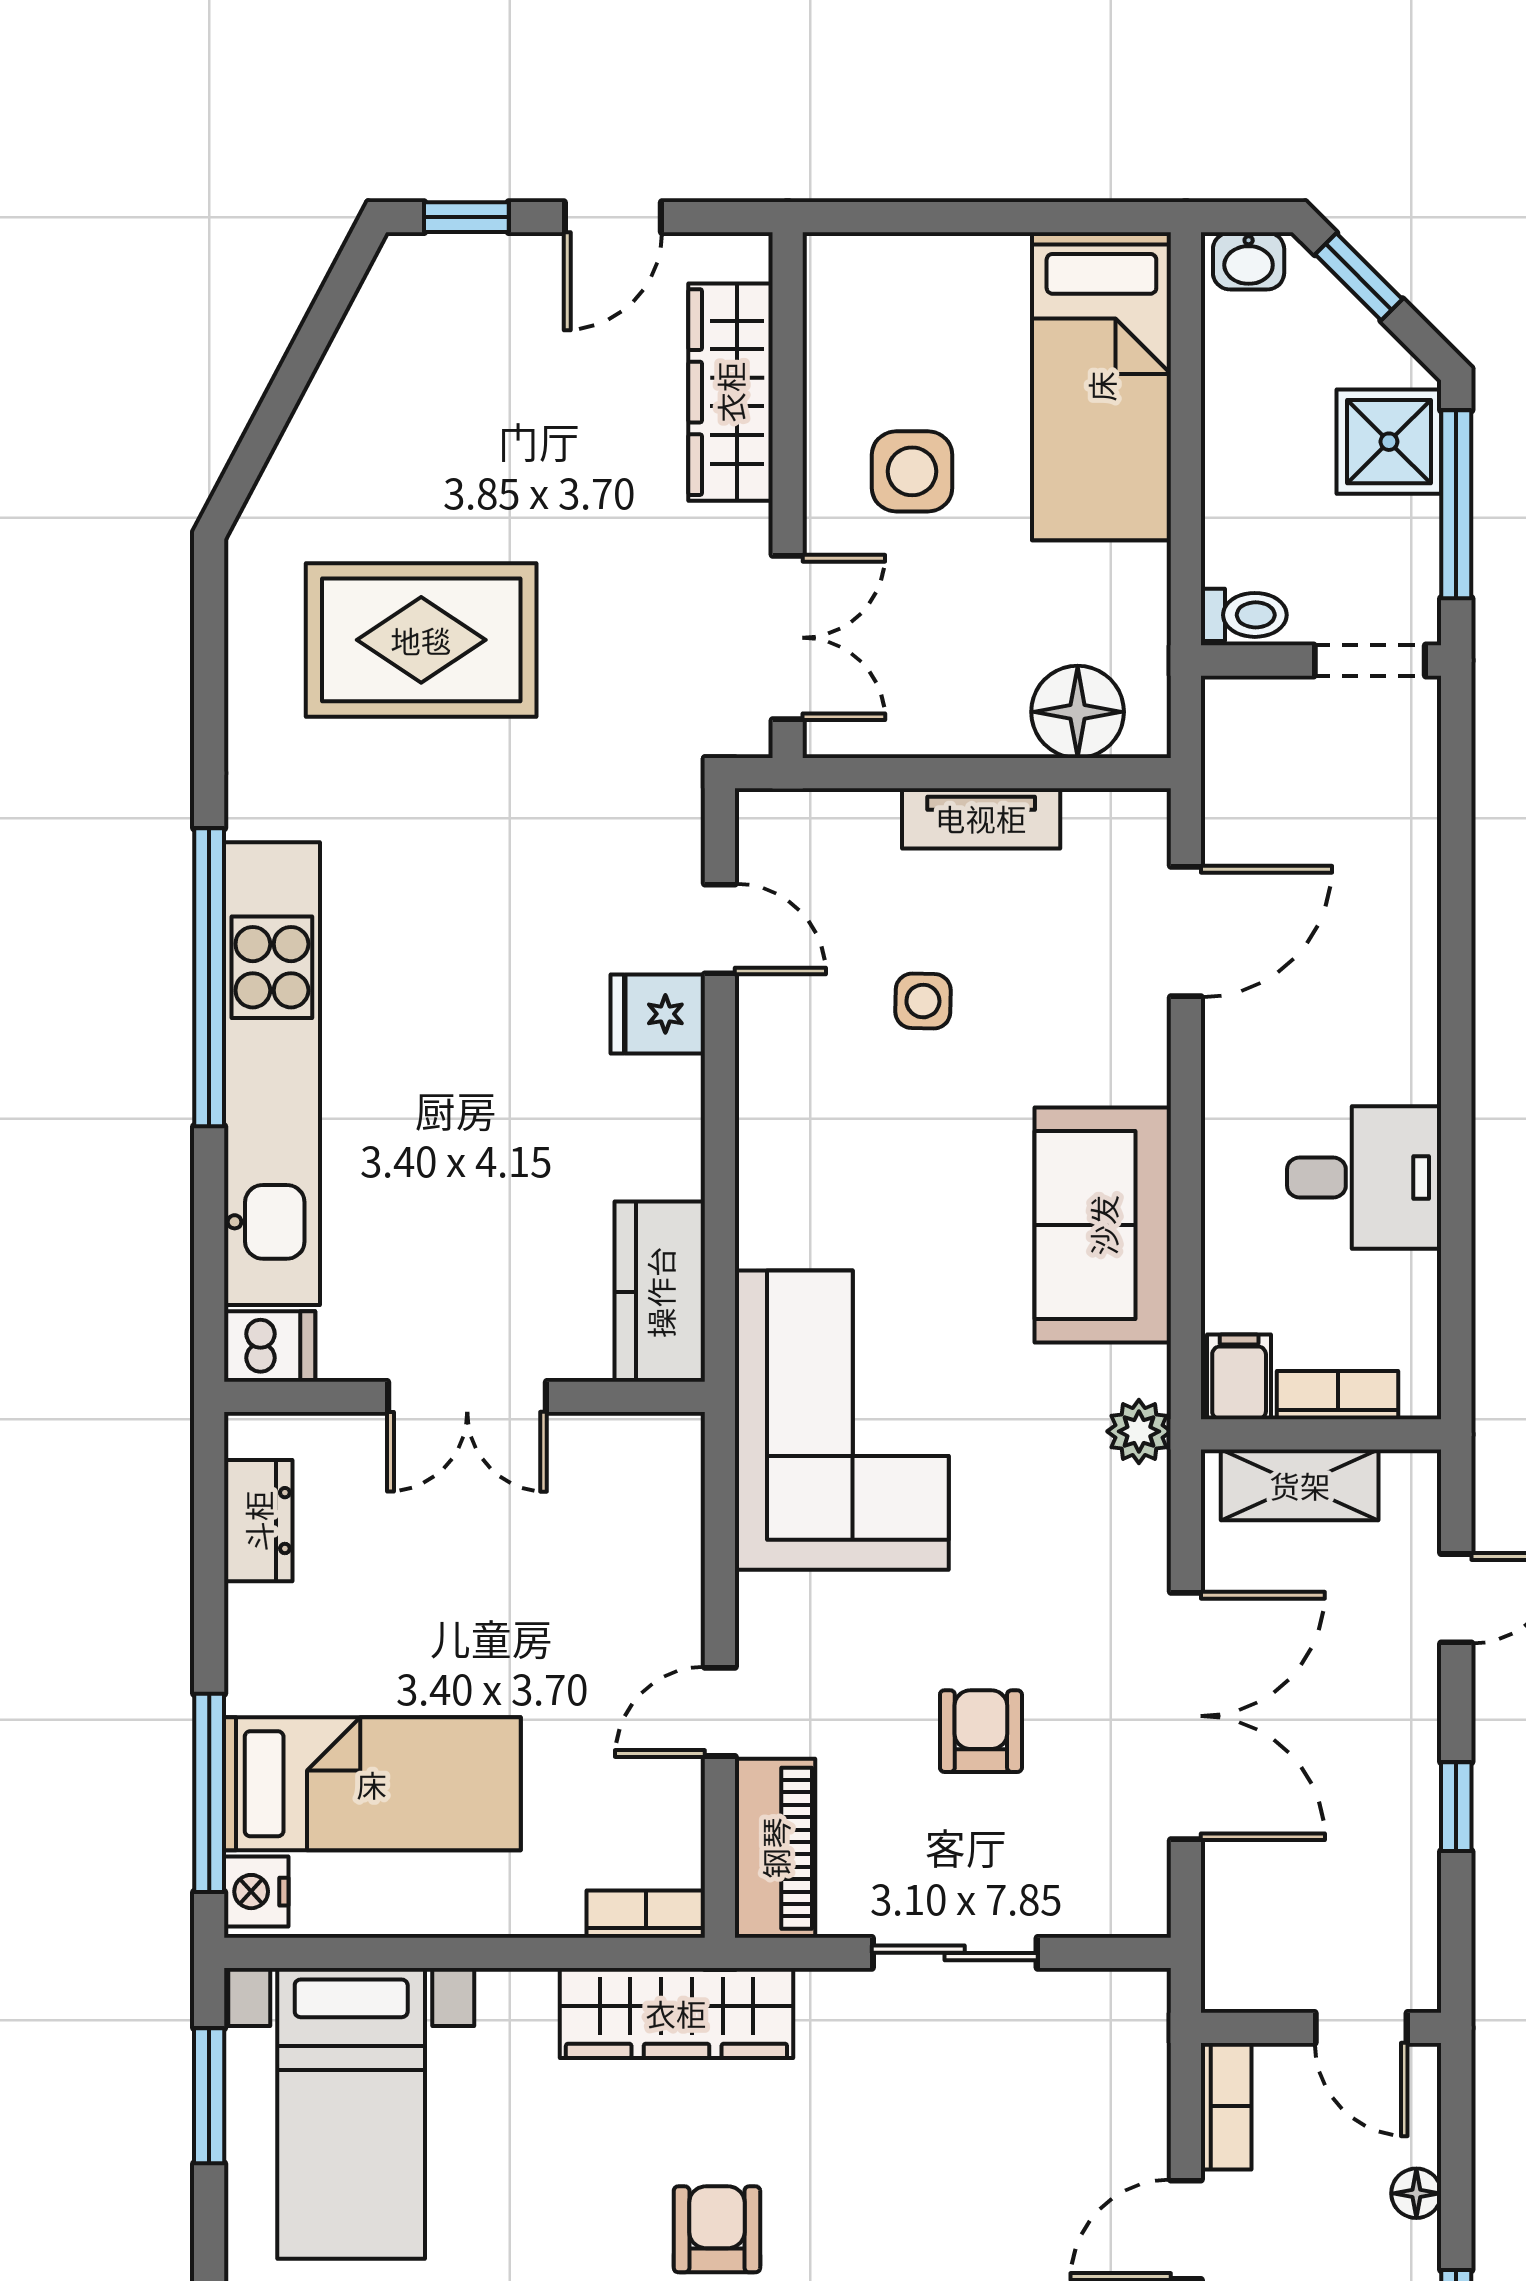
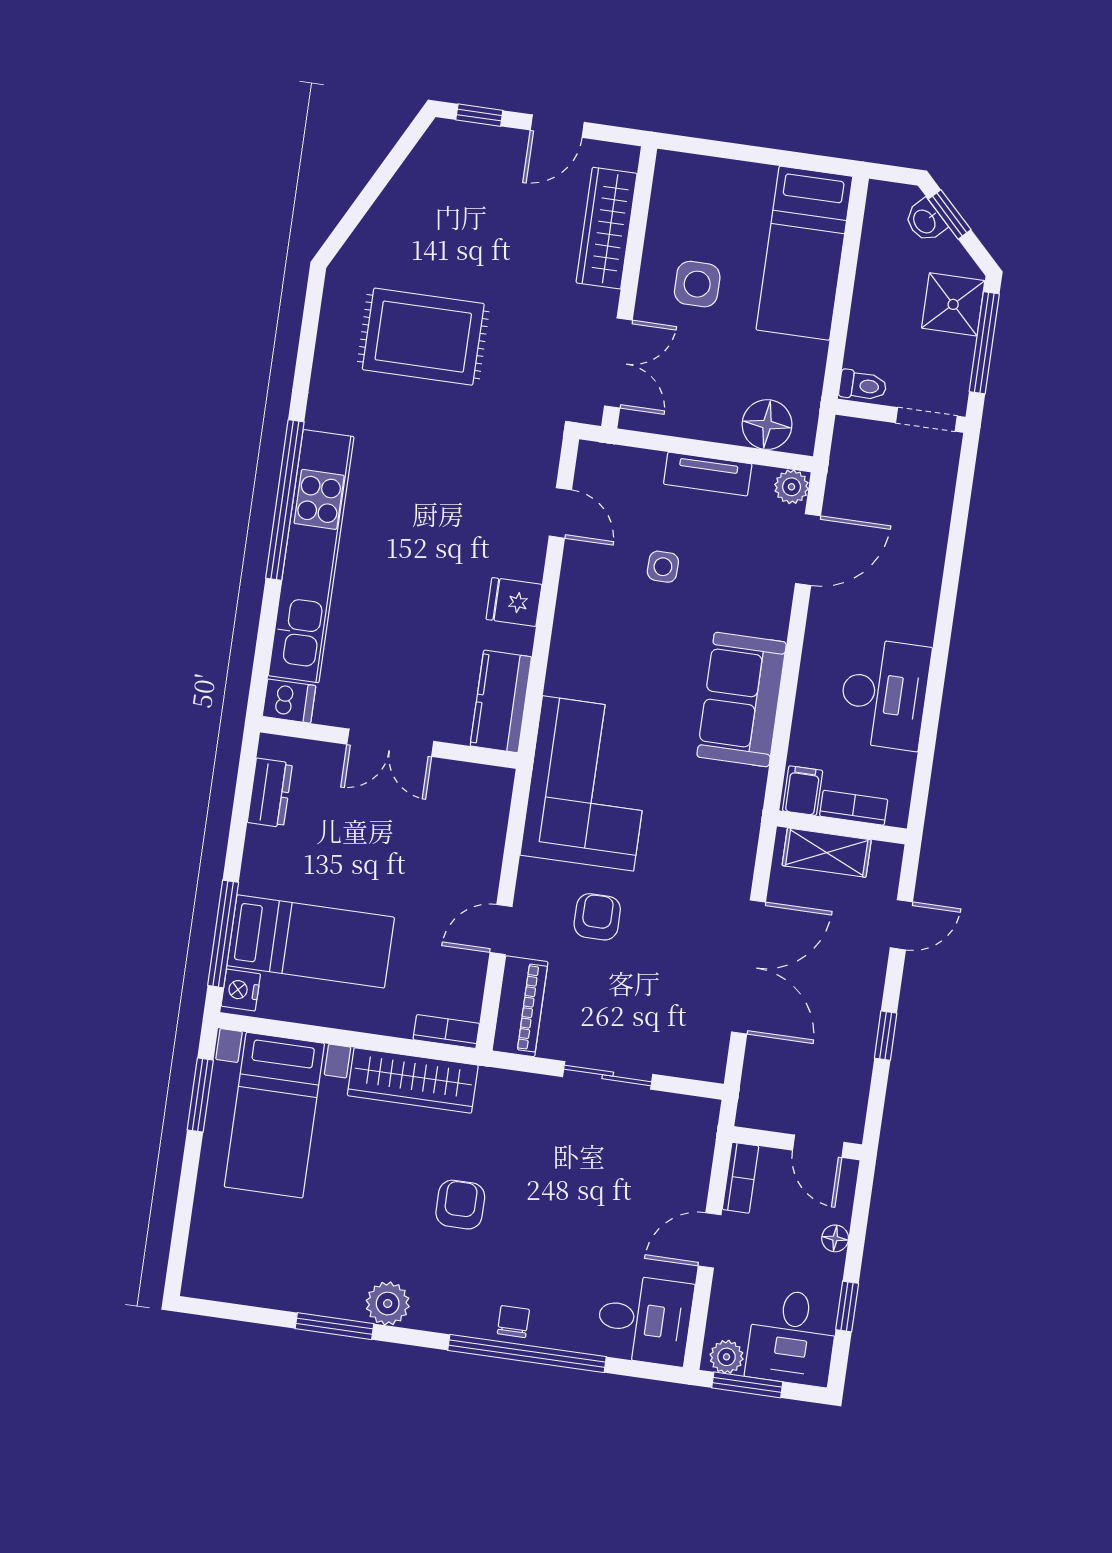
washbasin: (1249, 261) -> (925, 221), moved, turned 45
fridge: (658, 1014) -> (514, 602), moved
desk: (1364, 1177) -> (884, 694), width x1.37
plant: (1139, 1431) -> (792, 487), moved
armchair: (981, 1731) -> (597, 917), moved
wardrobe: (676, 2013) -> (413, 1080), moved

